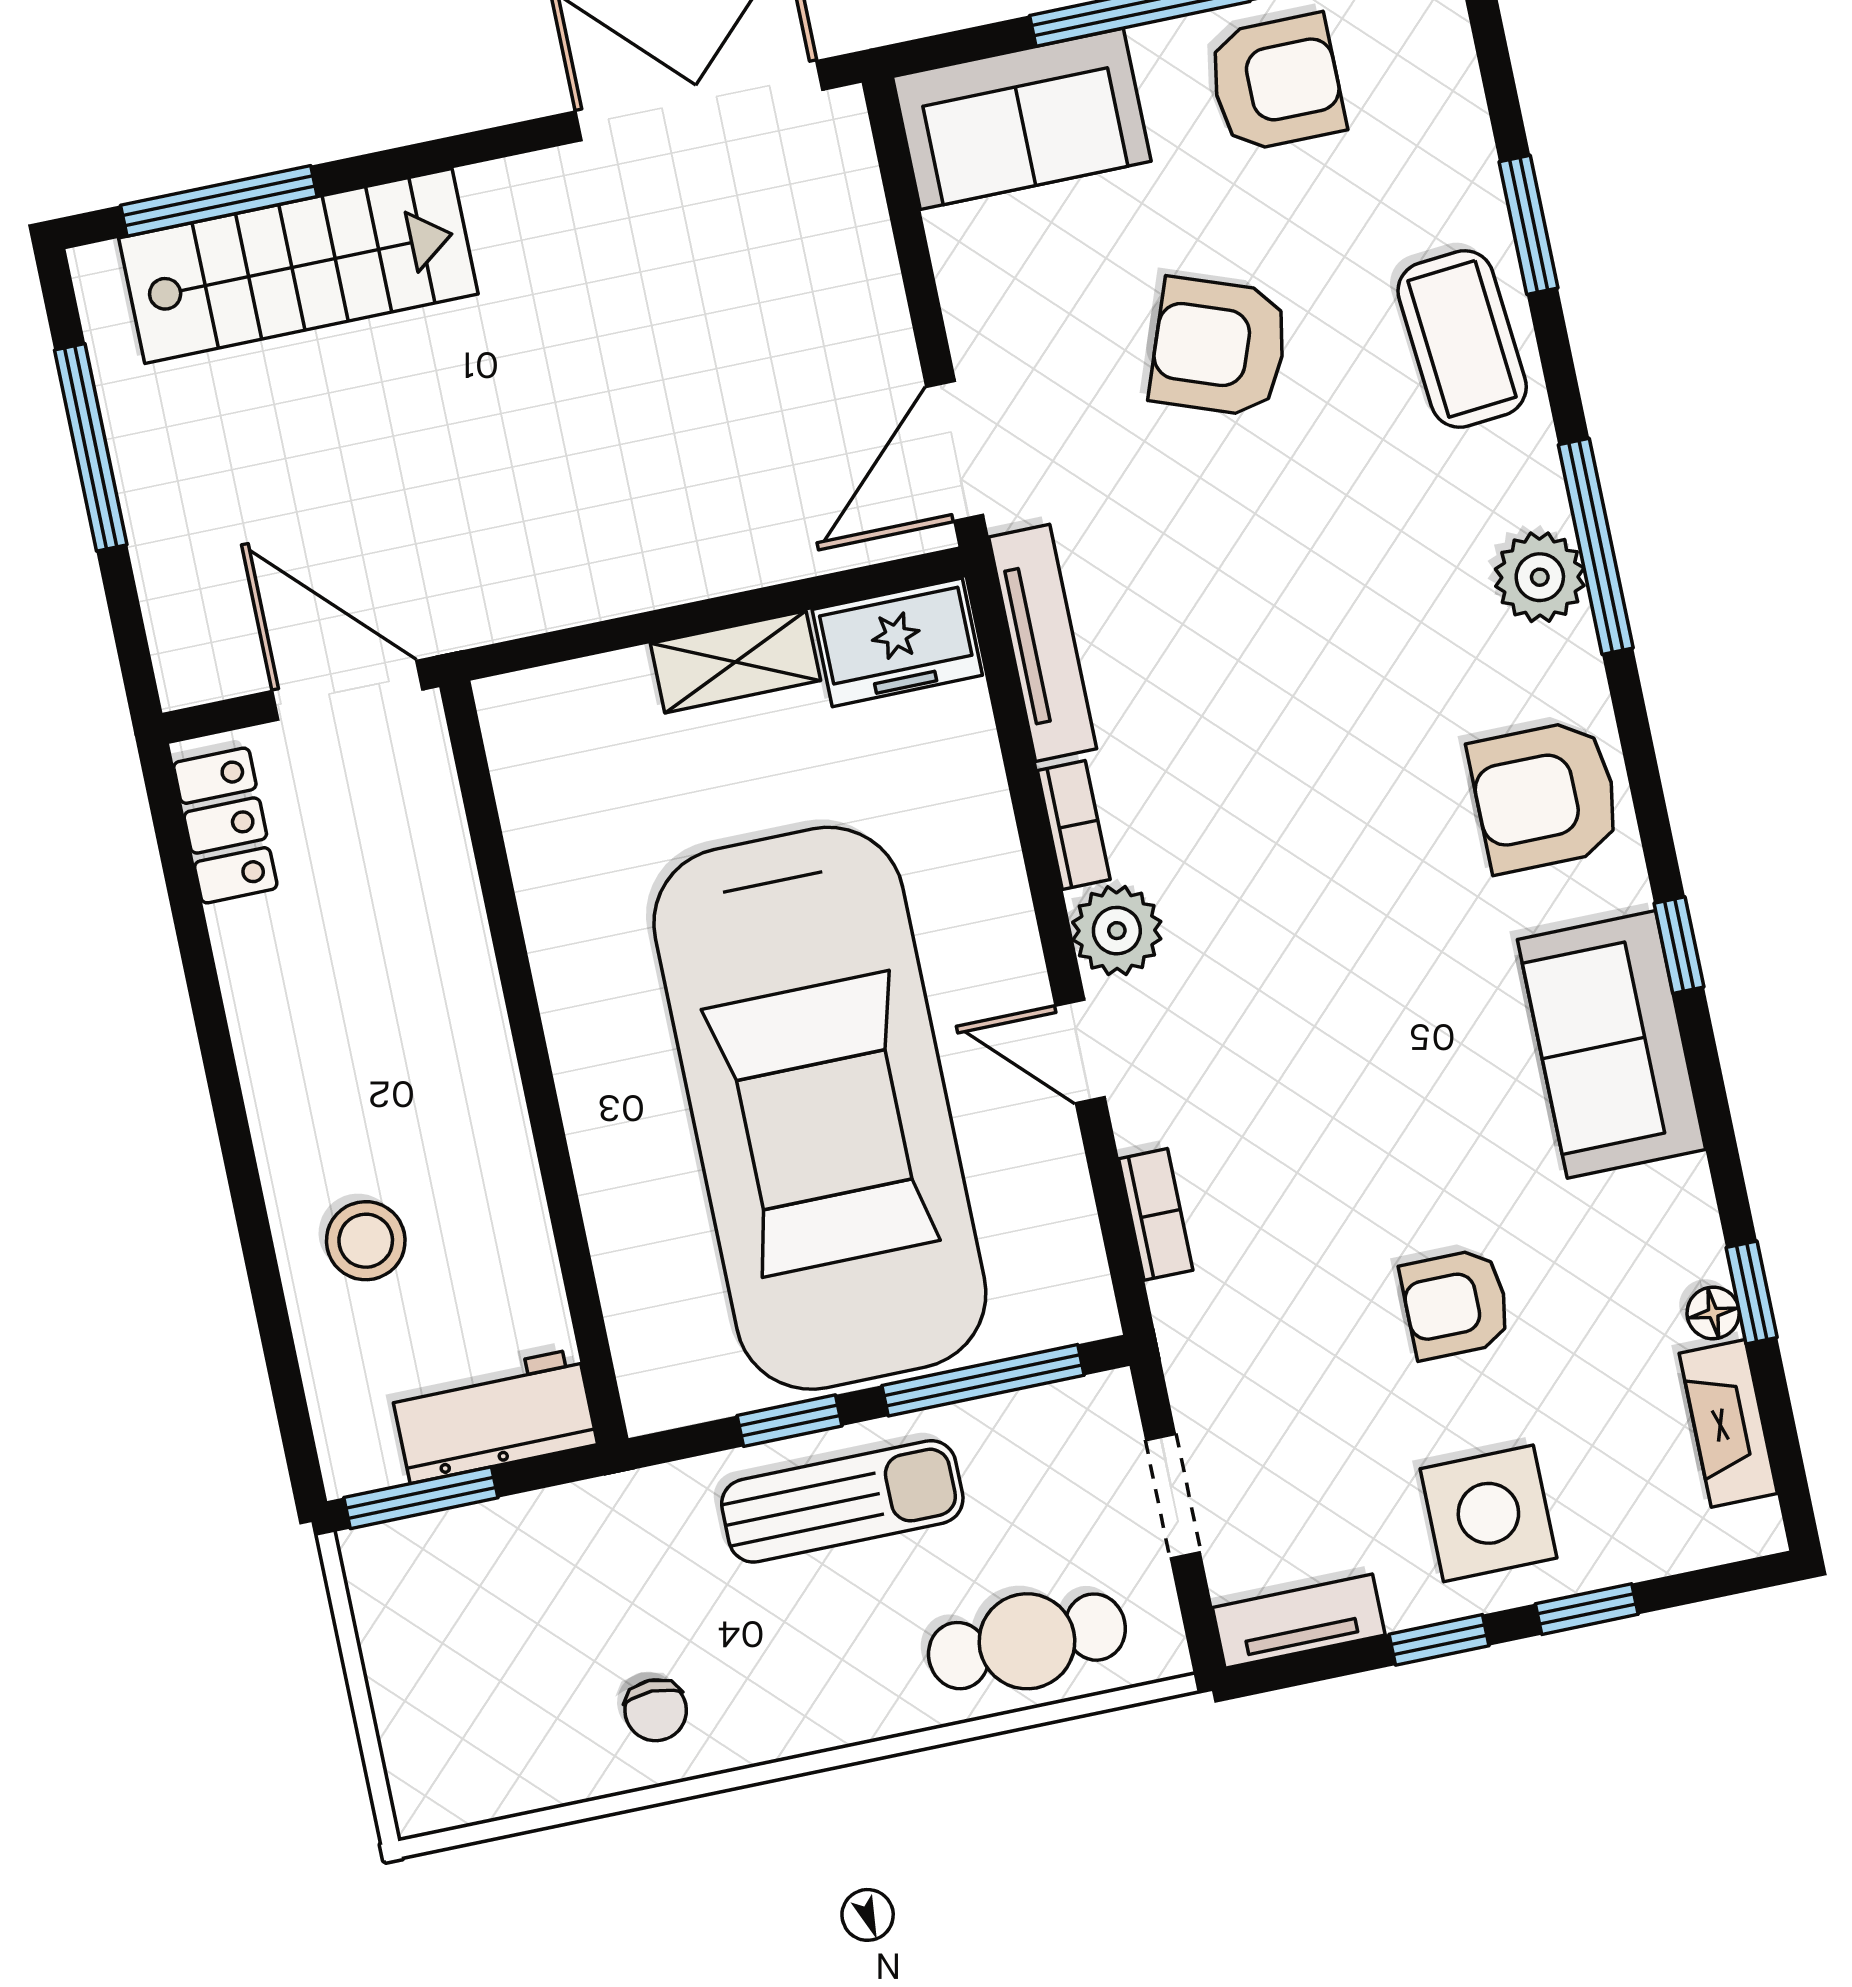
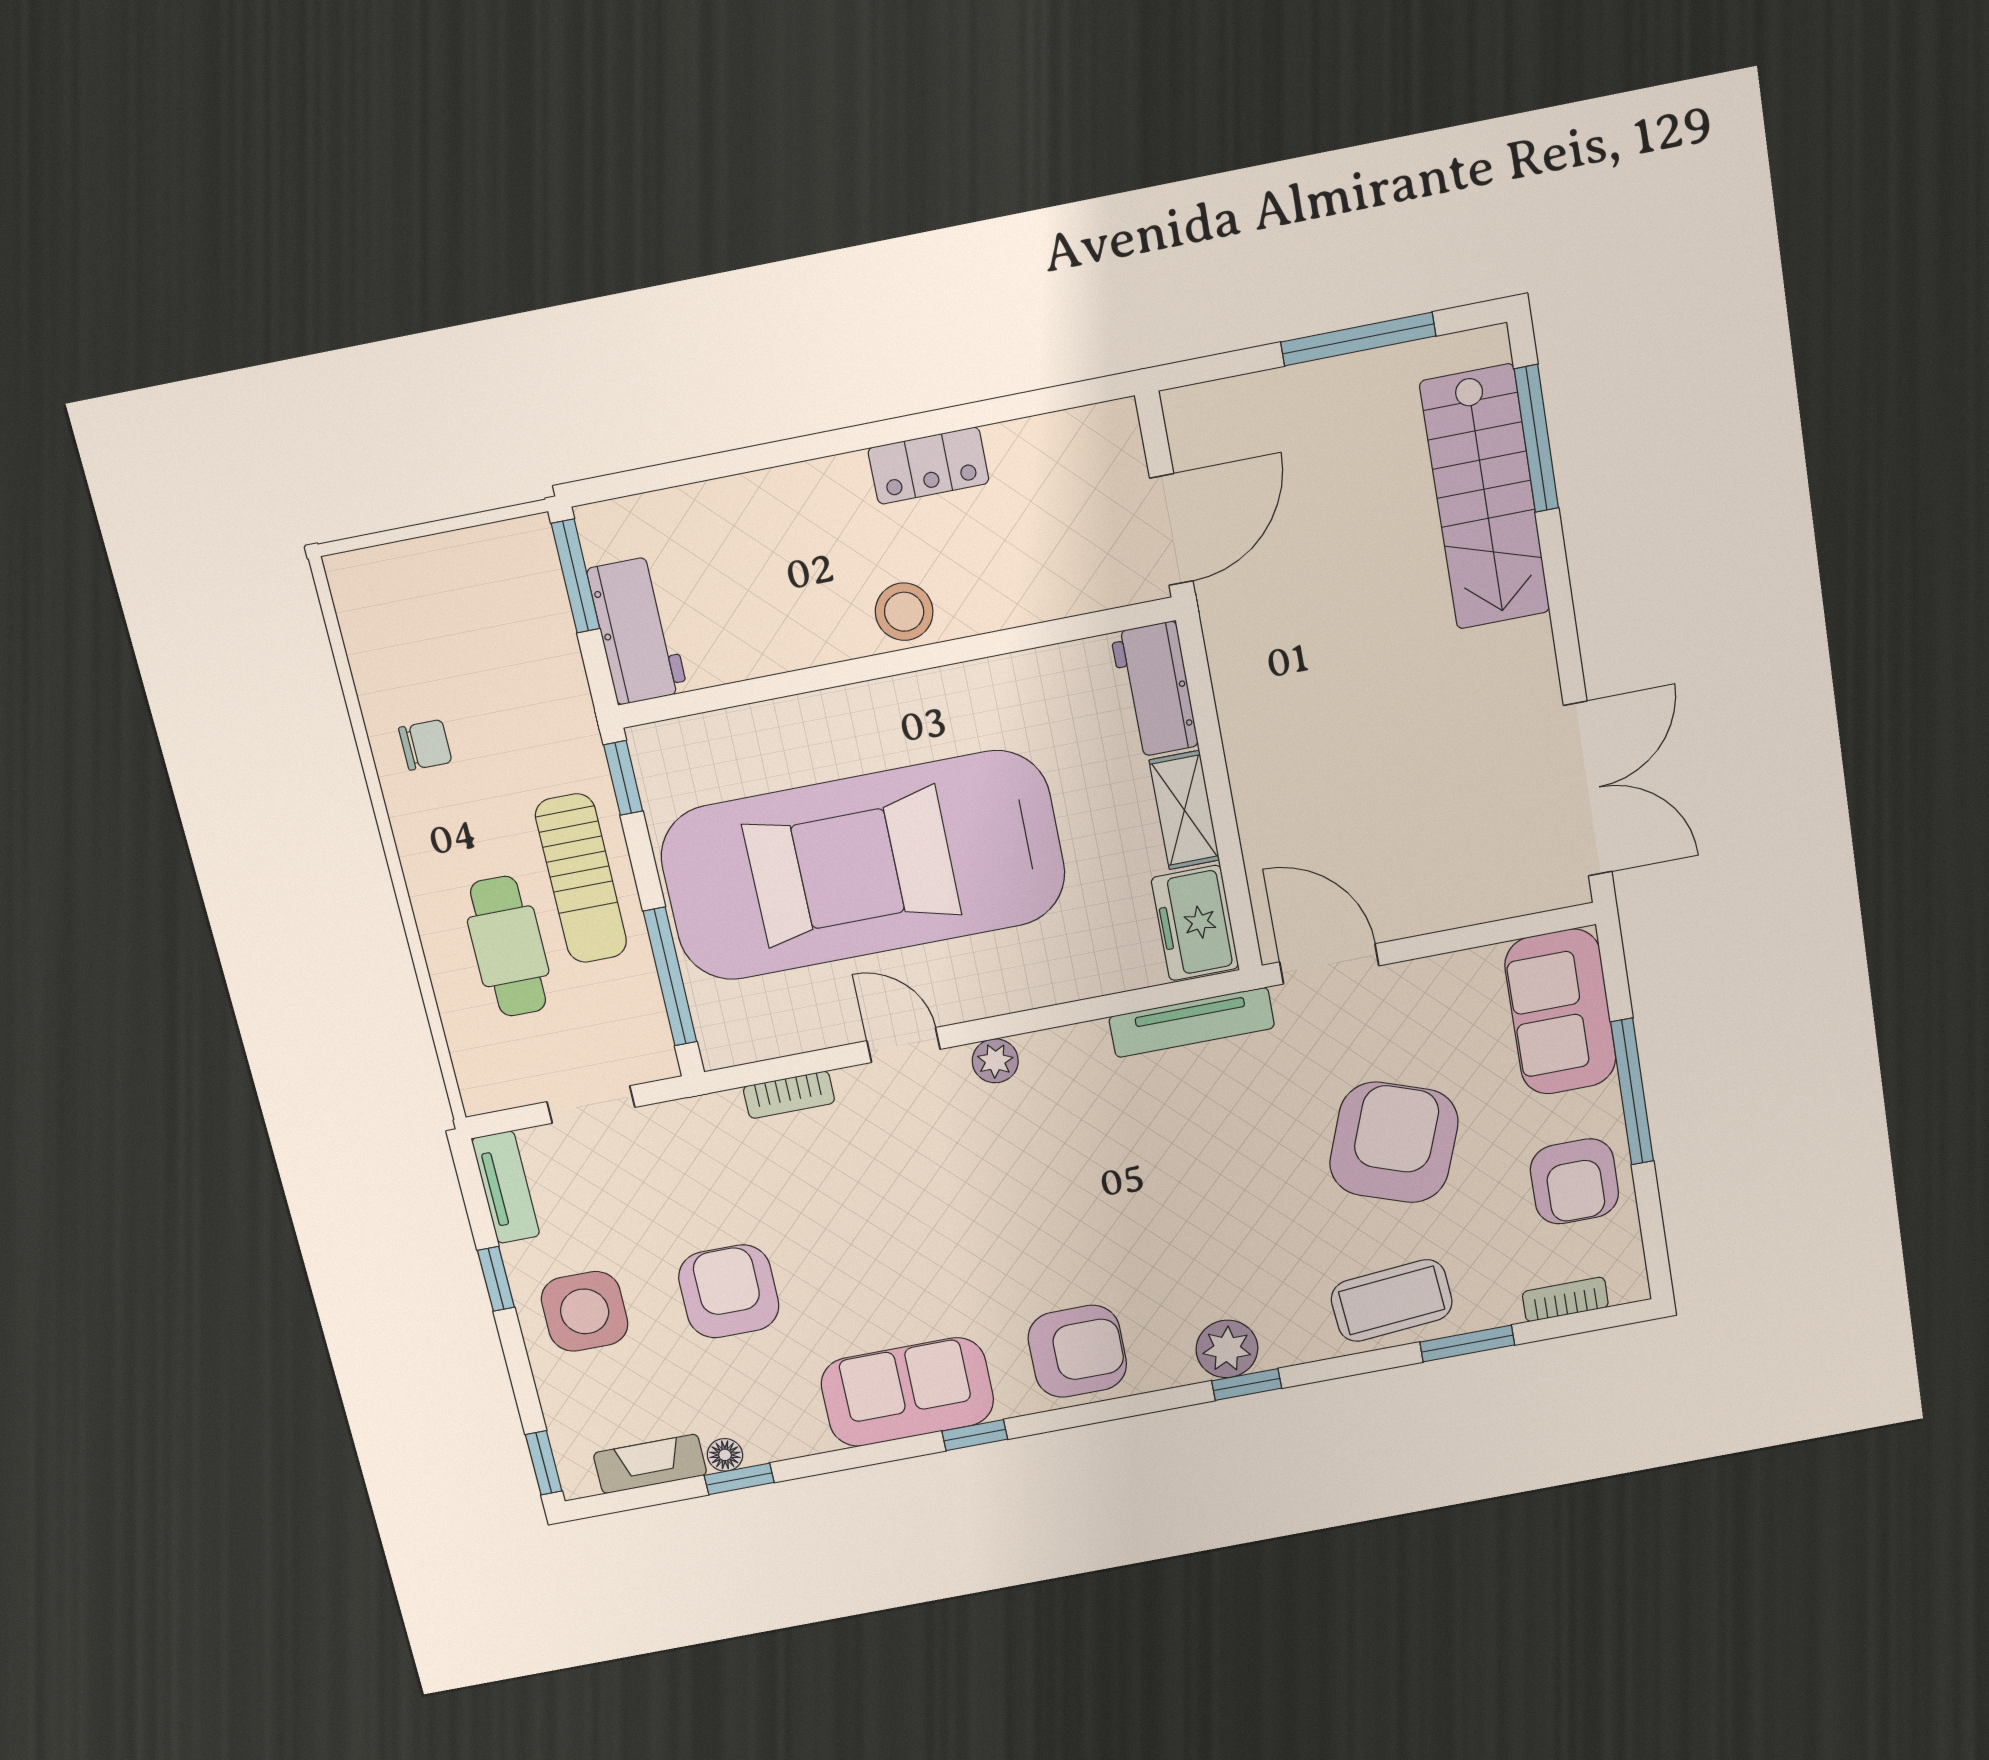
armchair: (1219, 347) -> (1394, 1142), width x1.36, depth x1.36
window: (1596, 546) -> (1247, 1385), width x0.46
workbench: (567, 707) -> (1155, 690), added
armchair: (1545, 796) -> (1077, 1351), turned 90
bookcase: (1074, 825) -> (1565, 1299), moved, turned 180
locker: (225, 826) -> (929, 466), moved
plant: (1117, 931) -> (995, 1061), width x0.73, depth x0.73
door: (1080, 1051) -> (903, 1045), hinge flipped
stool: (366, 1241) -> (904, 612), moved
armchair: (1456, 1304) -> (729, 1291), width x1.38, depth x1.38
window: (790, 1421) -> (623, 778), moved
window: (1587, 1609) -> (544, 1463), moved
cafe table: (1027, 1641) -> (508, 946), moved
chair: (656, 1710) -> (425, 745), turned 180

